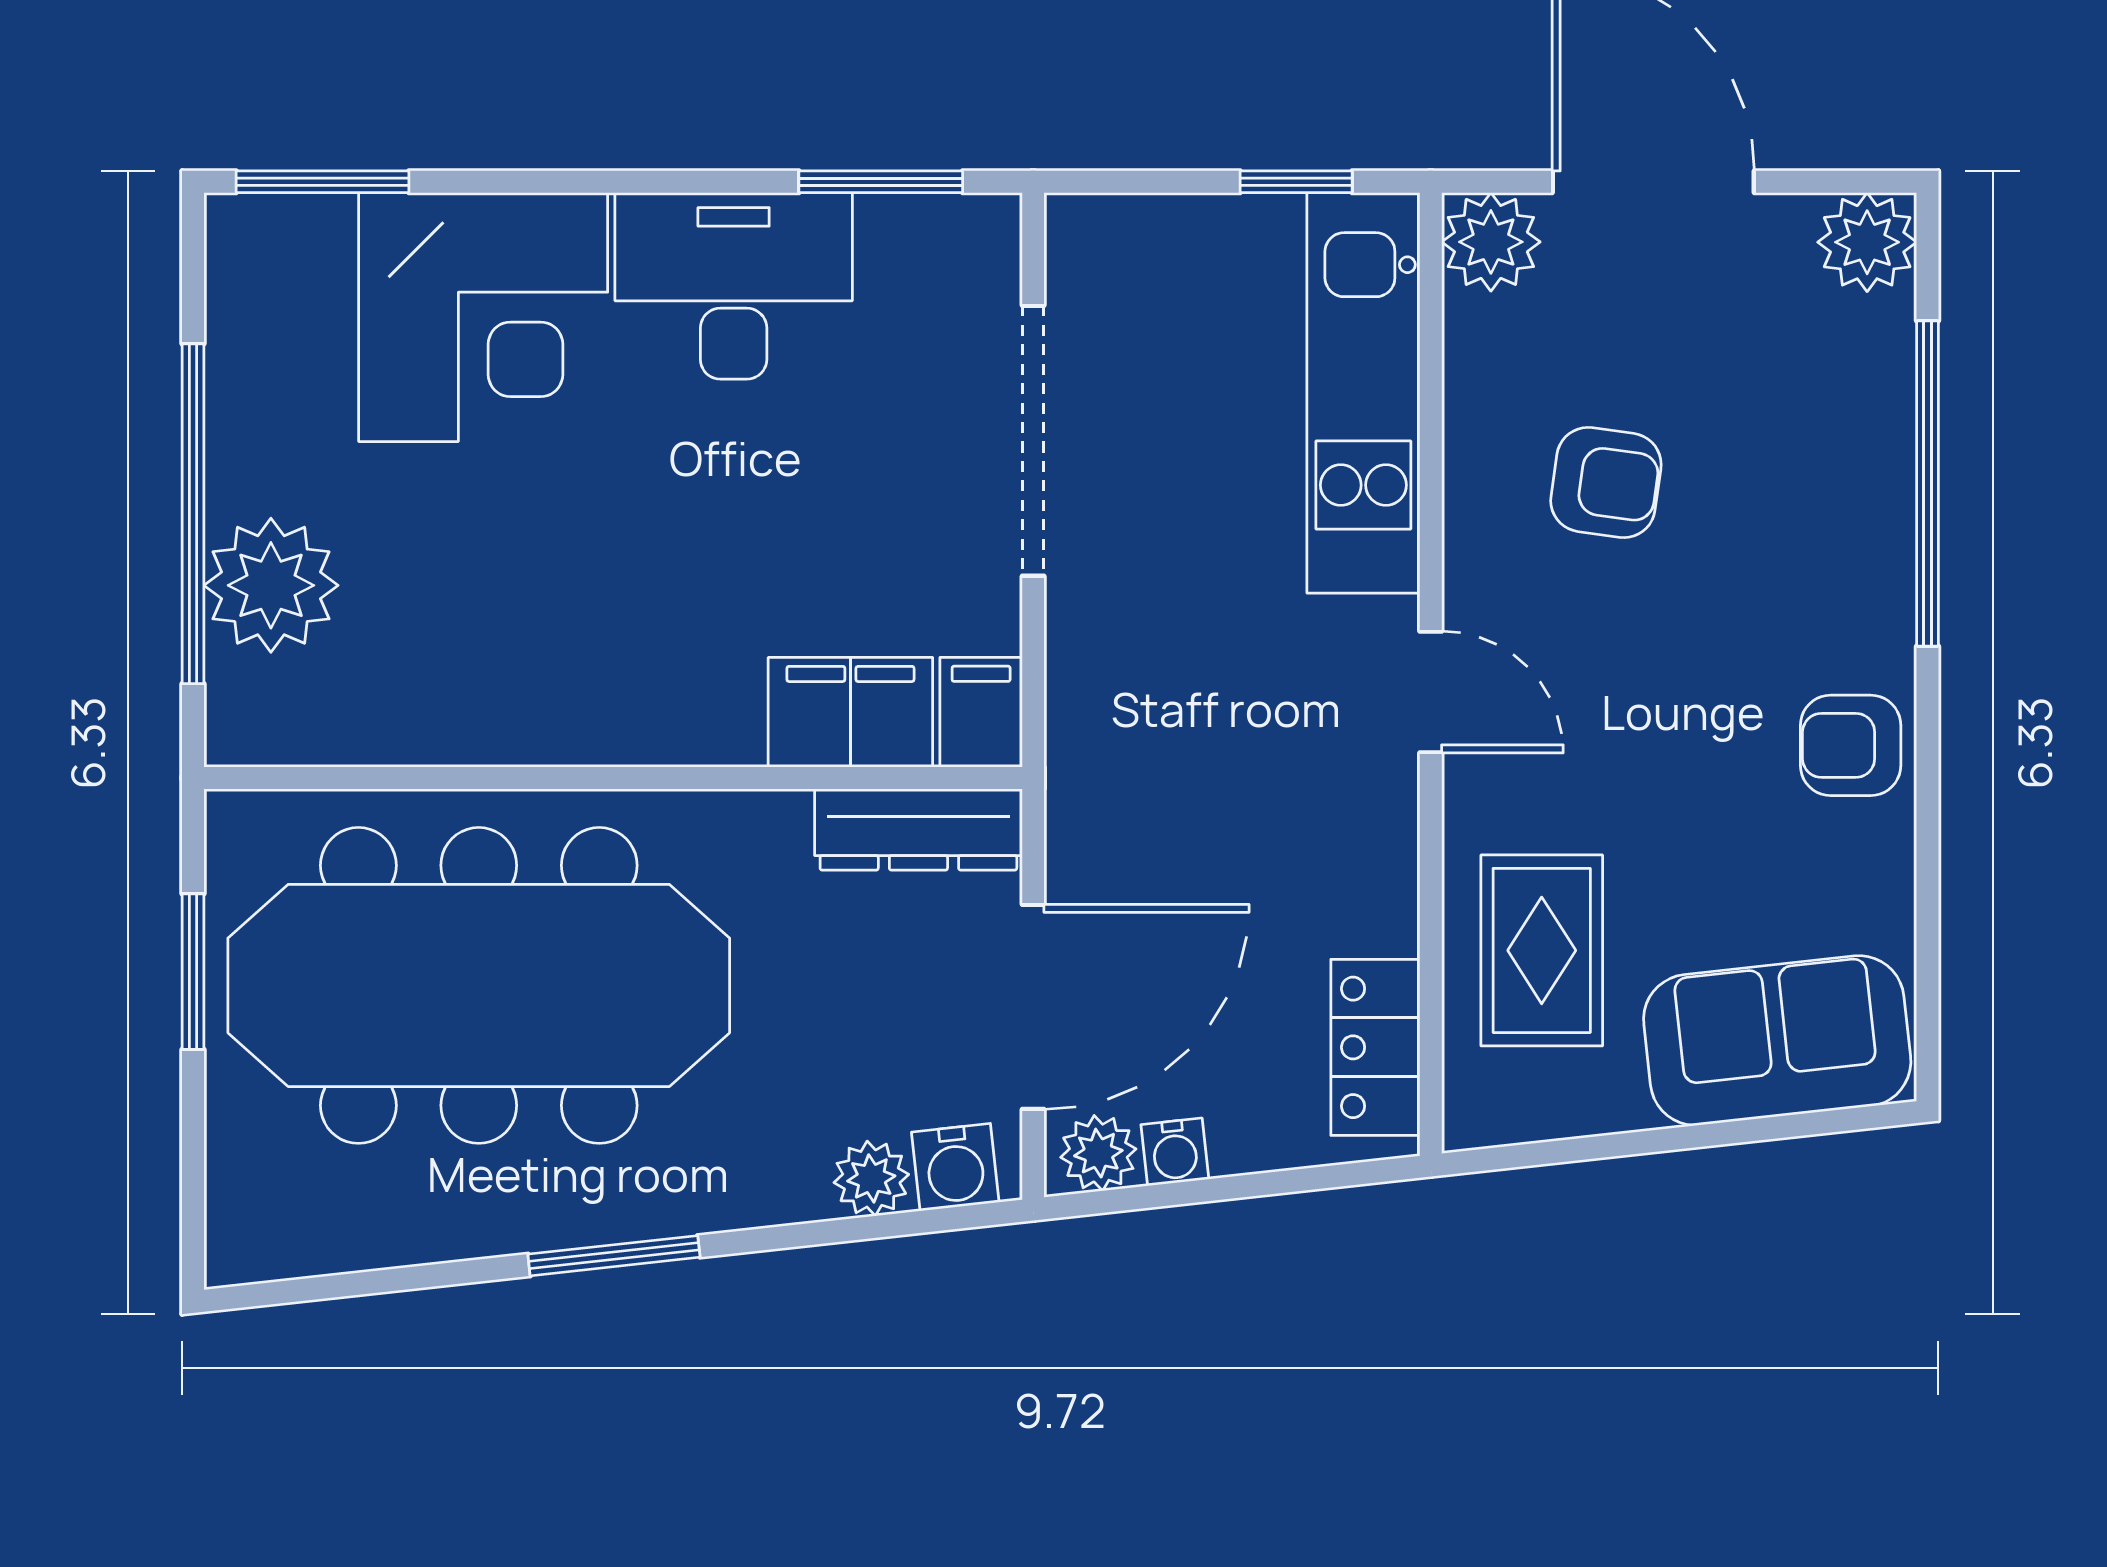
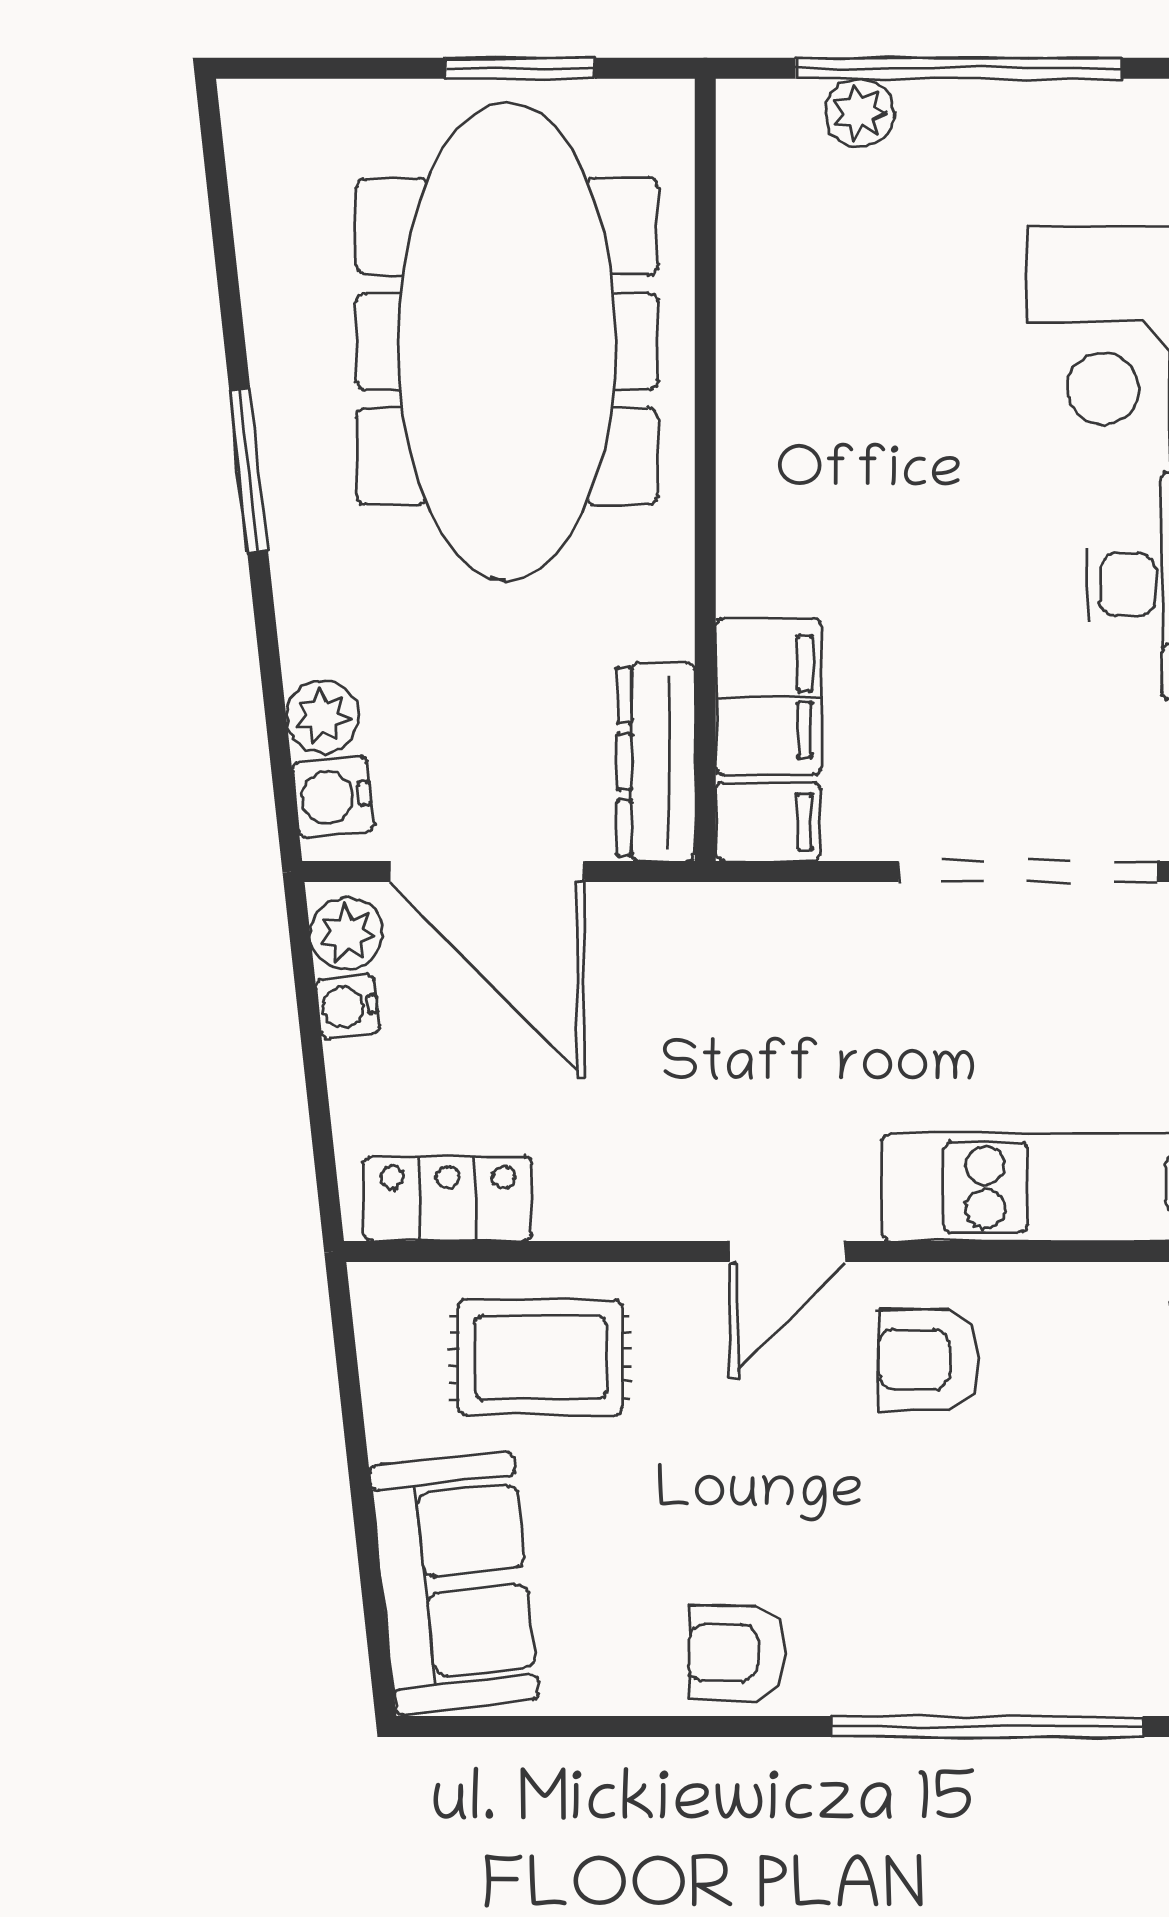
armchair: (1606, 482) -> (928, 1359), moved, turned 82
plant: (271, 585) -> (860, 113), width x0.53, depth x0.53
armchair: (1851, 745) -> (736, 1653), turned -90

